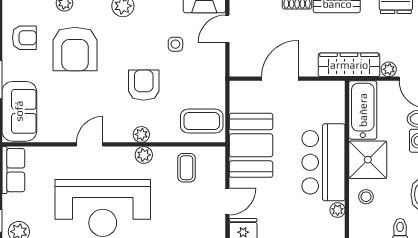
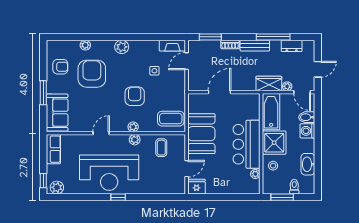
armchair: (75, 49) -> (92, 74), turned 180
wardrobe: (349, 65) -> (269, 84), width x0.67

